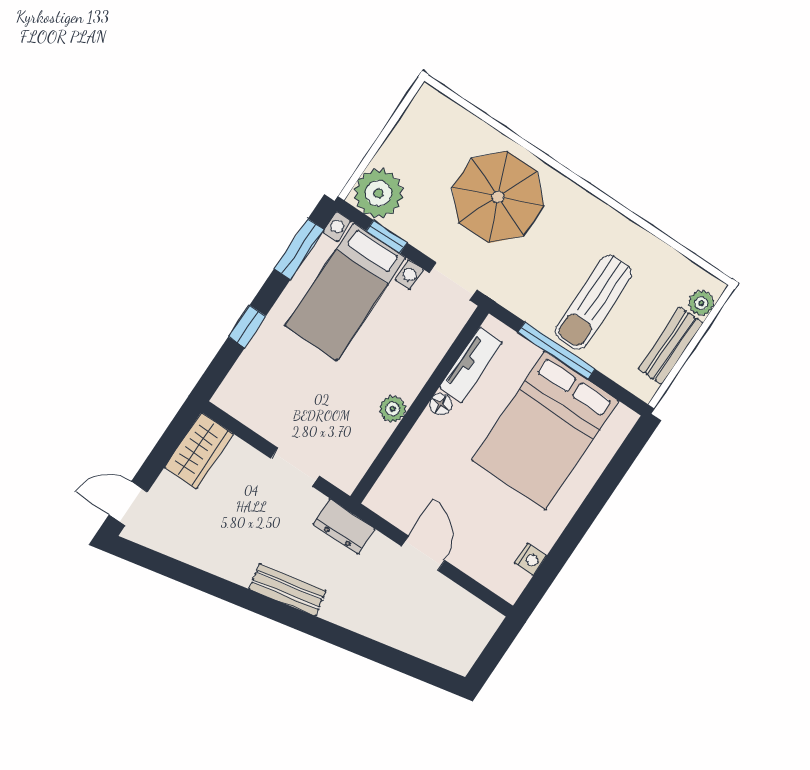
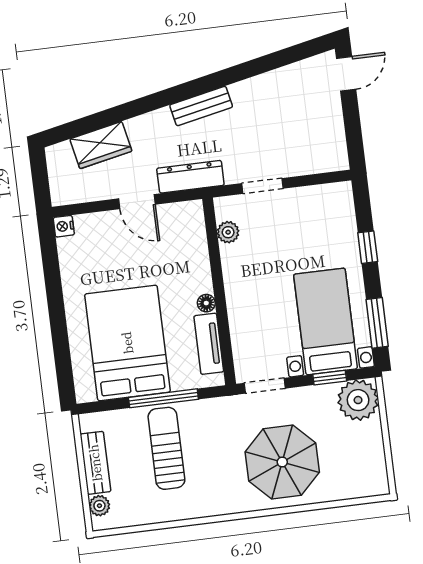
plant: (393, 409) -> (228, 232), moved
wardrobe: (199, 451) -> (101, 145), moved, turned -102
dresser: (344, 527) -> (190, 177), width x1.44
nightstand: (531, 559) -> (64, 226), moved

